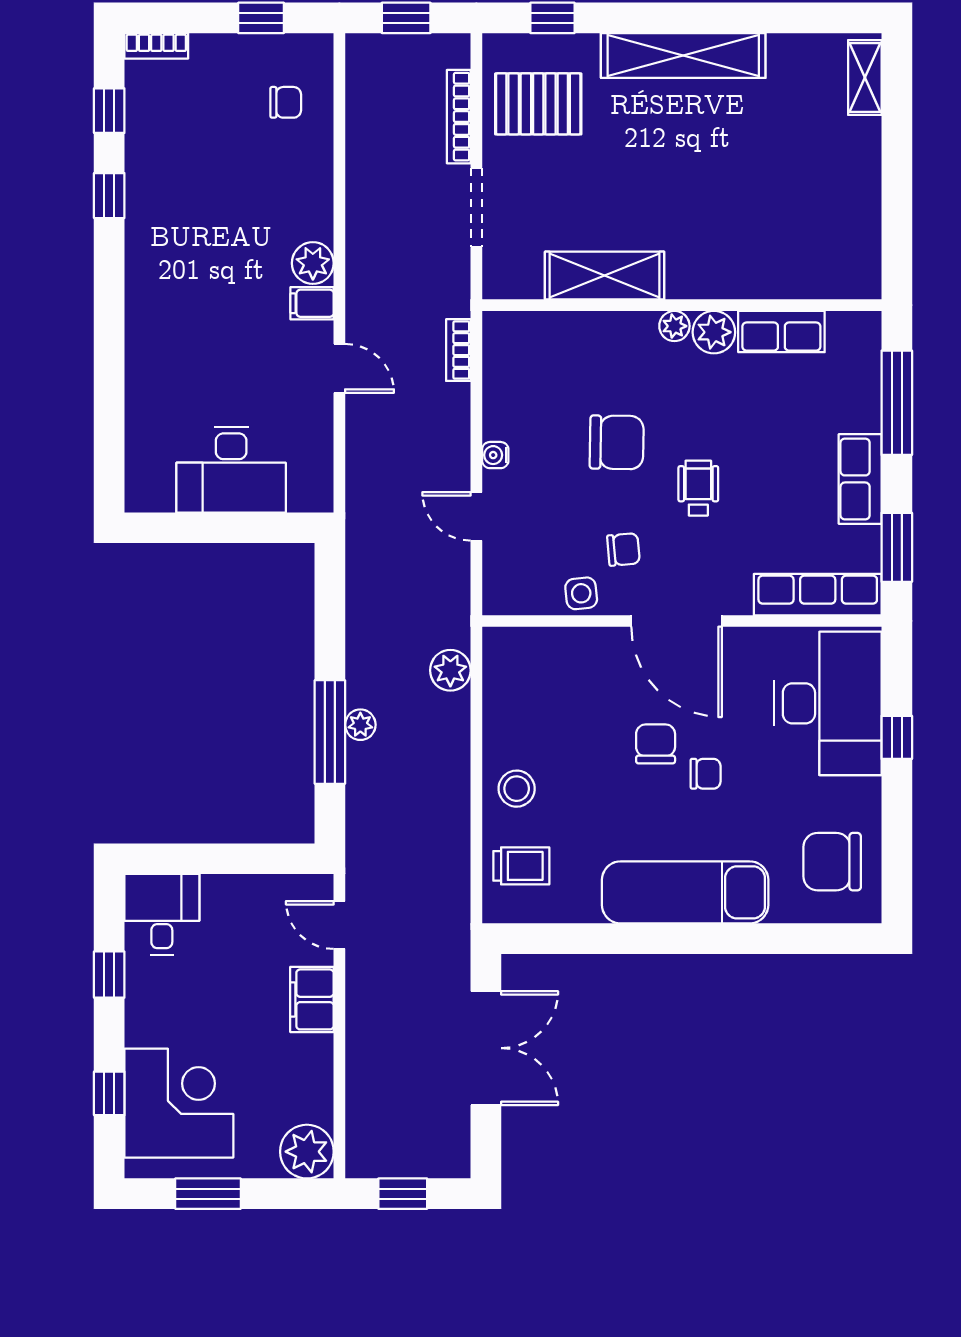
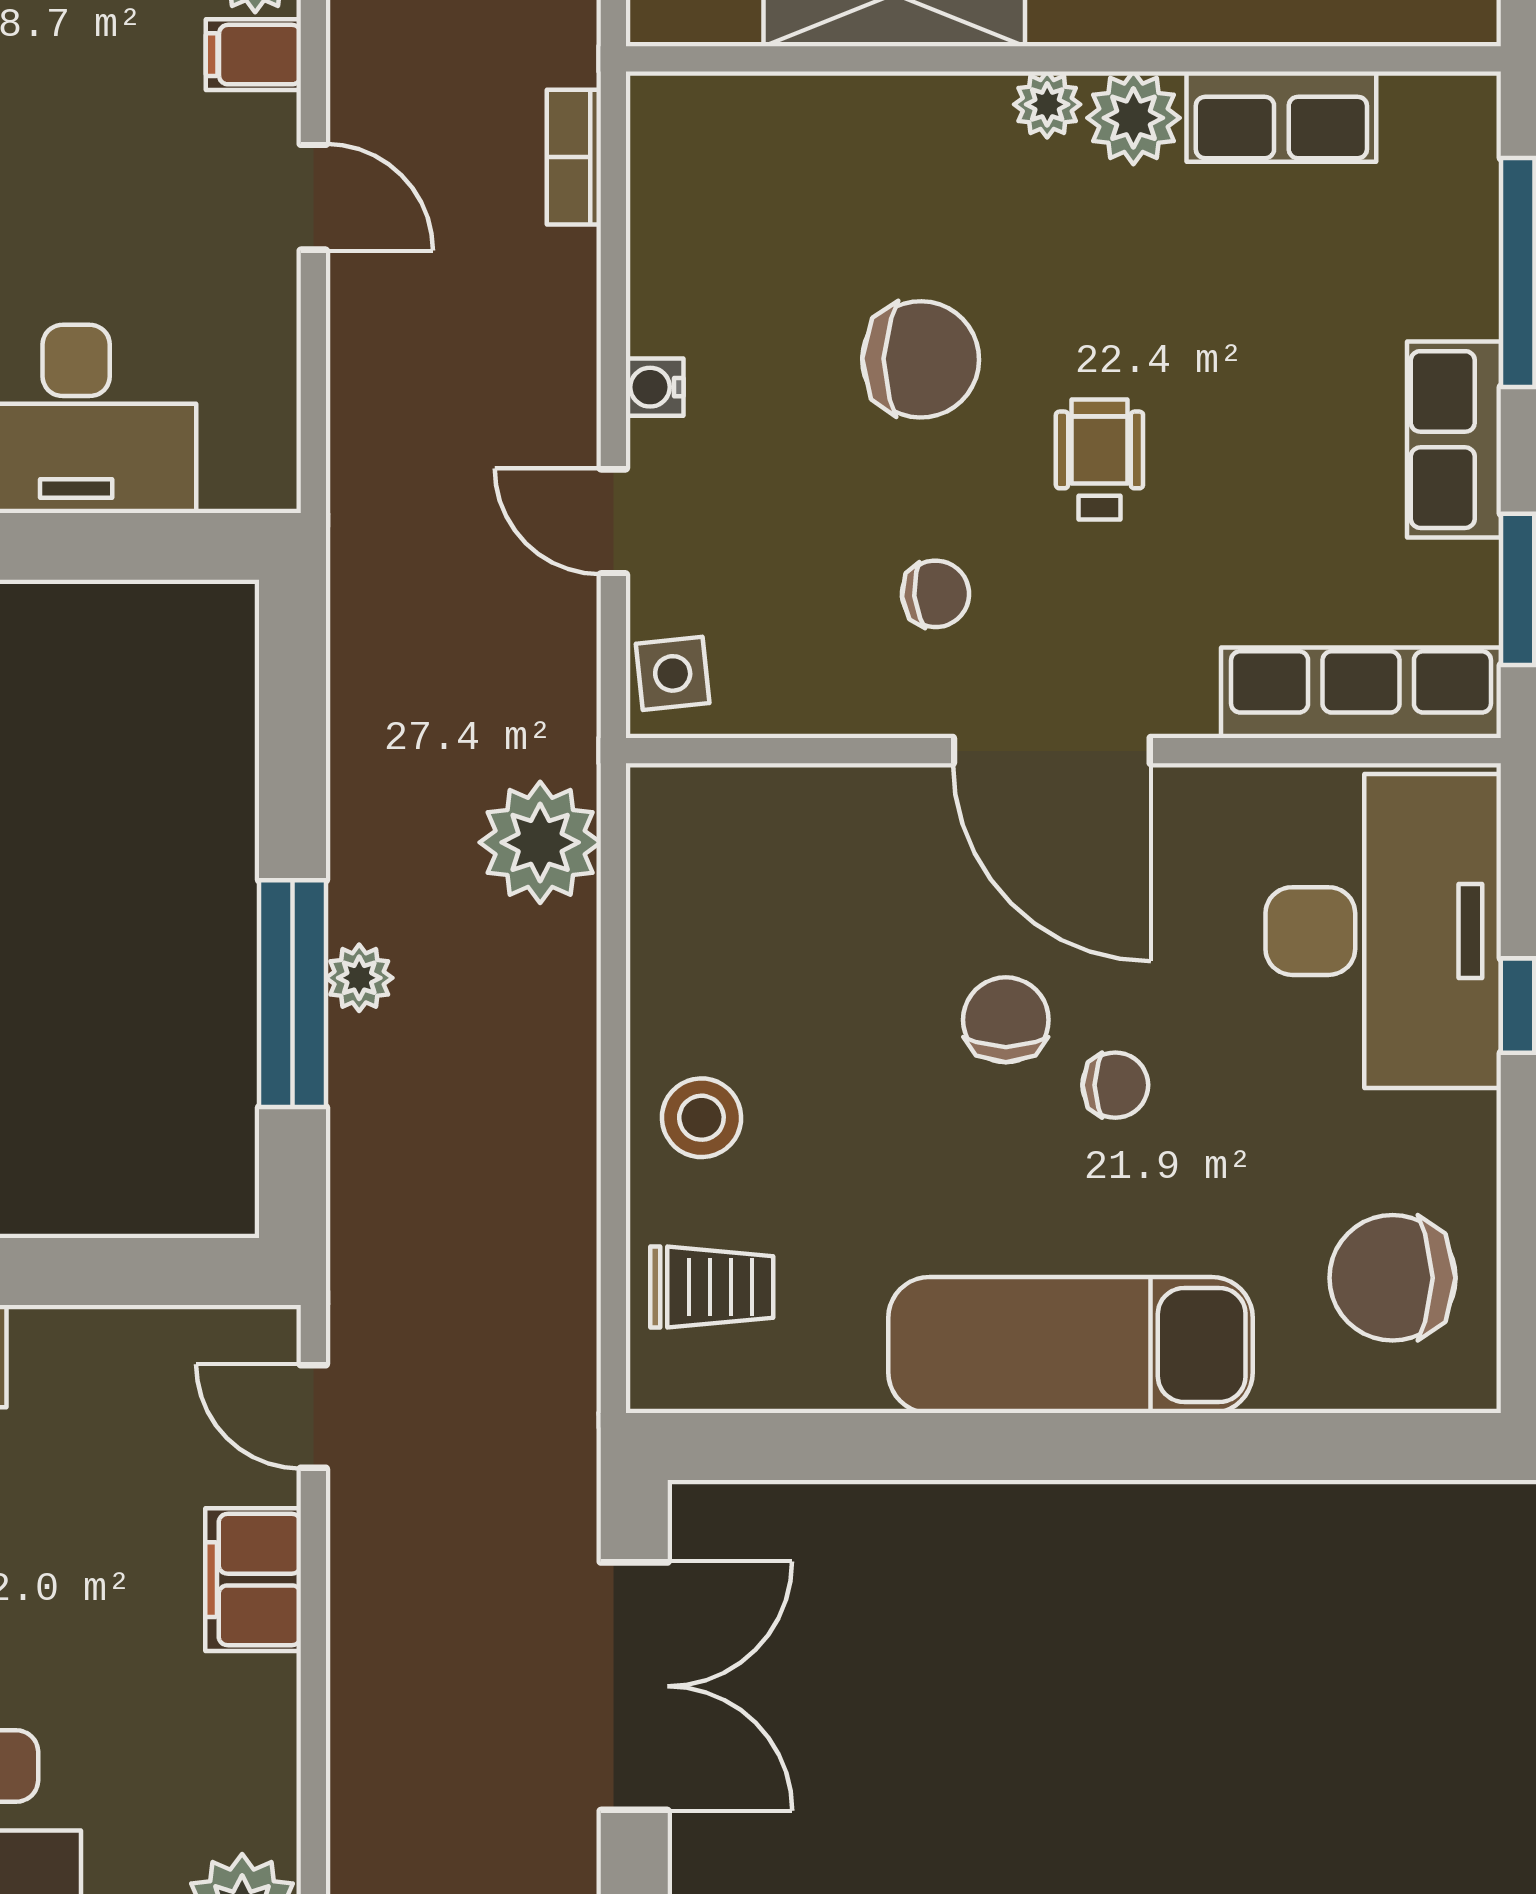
side table: (581, 593) -> (673, 673), moved
plant: (450, 670) -> (540, 842), width x1.36, depth x1.36

